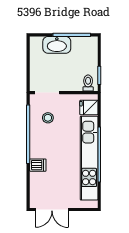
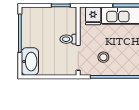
washbasin: (57, 45) -> (30, 62), moved
toilet: (88, 83) -> (68, 39), moved

